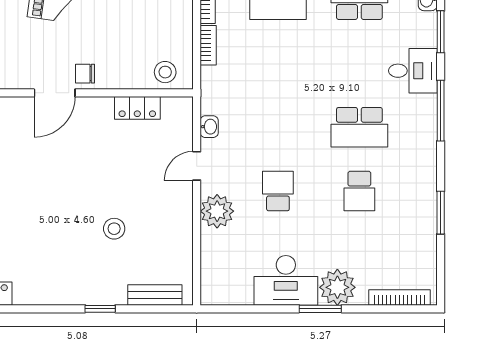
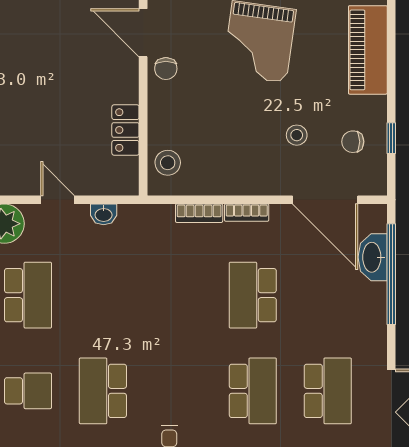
chair: (85, 74) -> (166, 69), turned 180
school desk: (278, 191) -> (28, 295), width x1.85
school desk: (359, 191) -> (28, 391), turned 180

